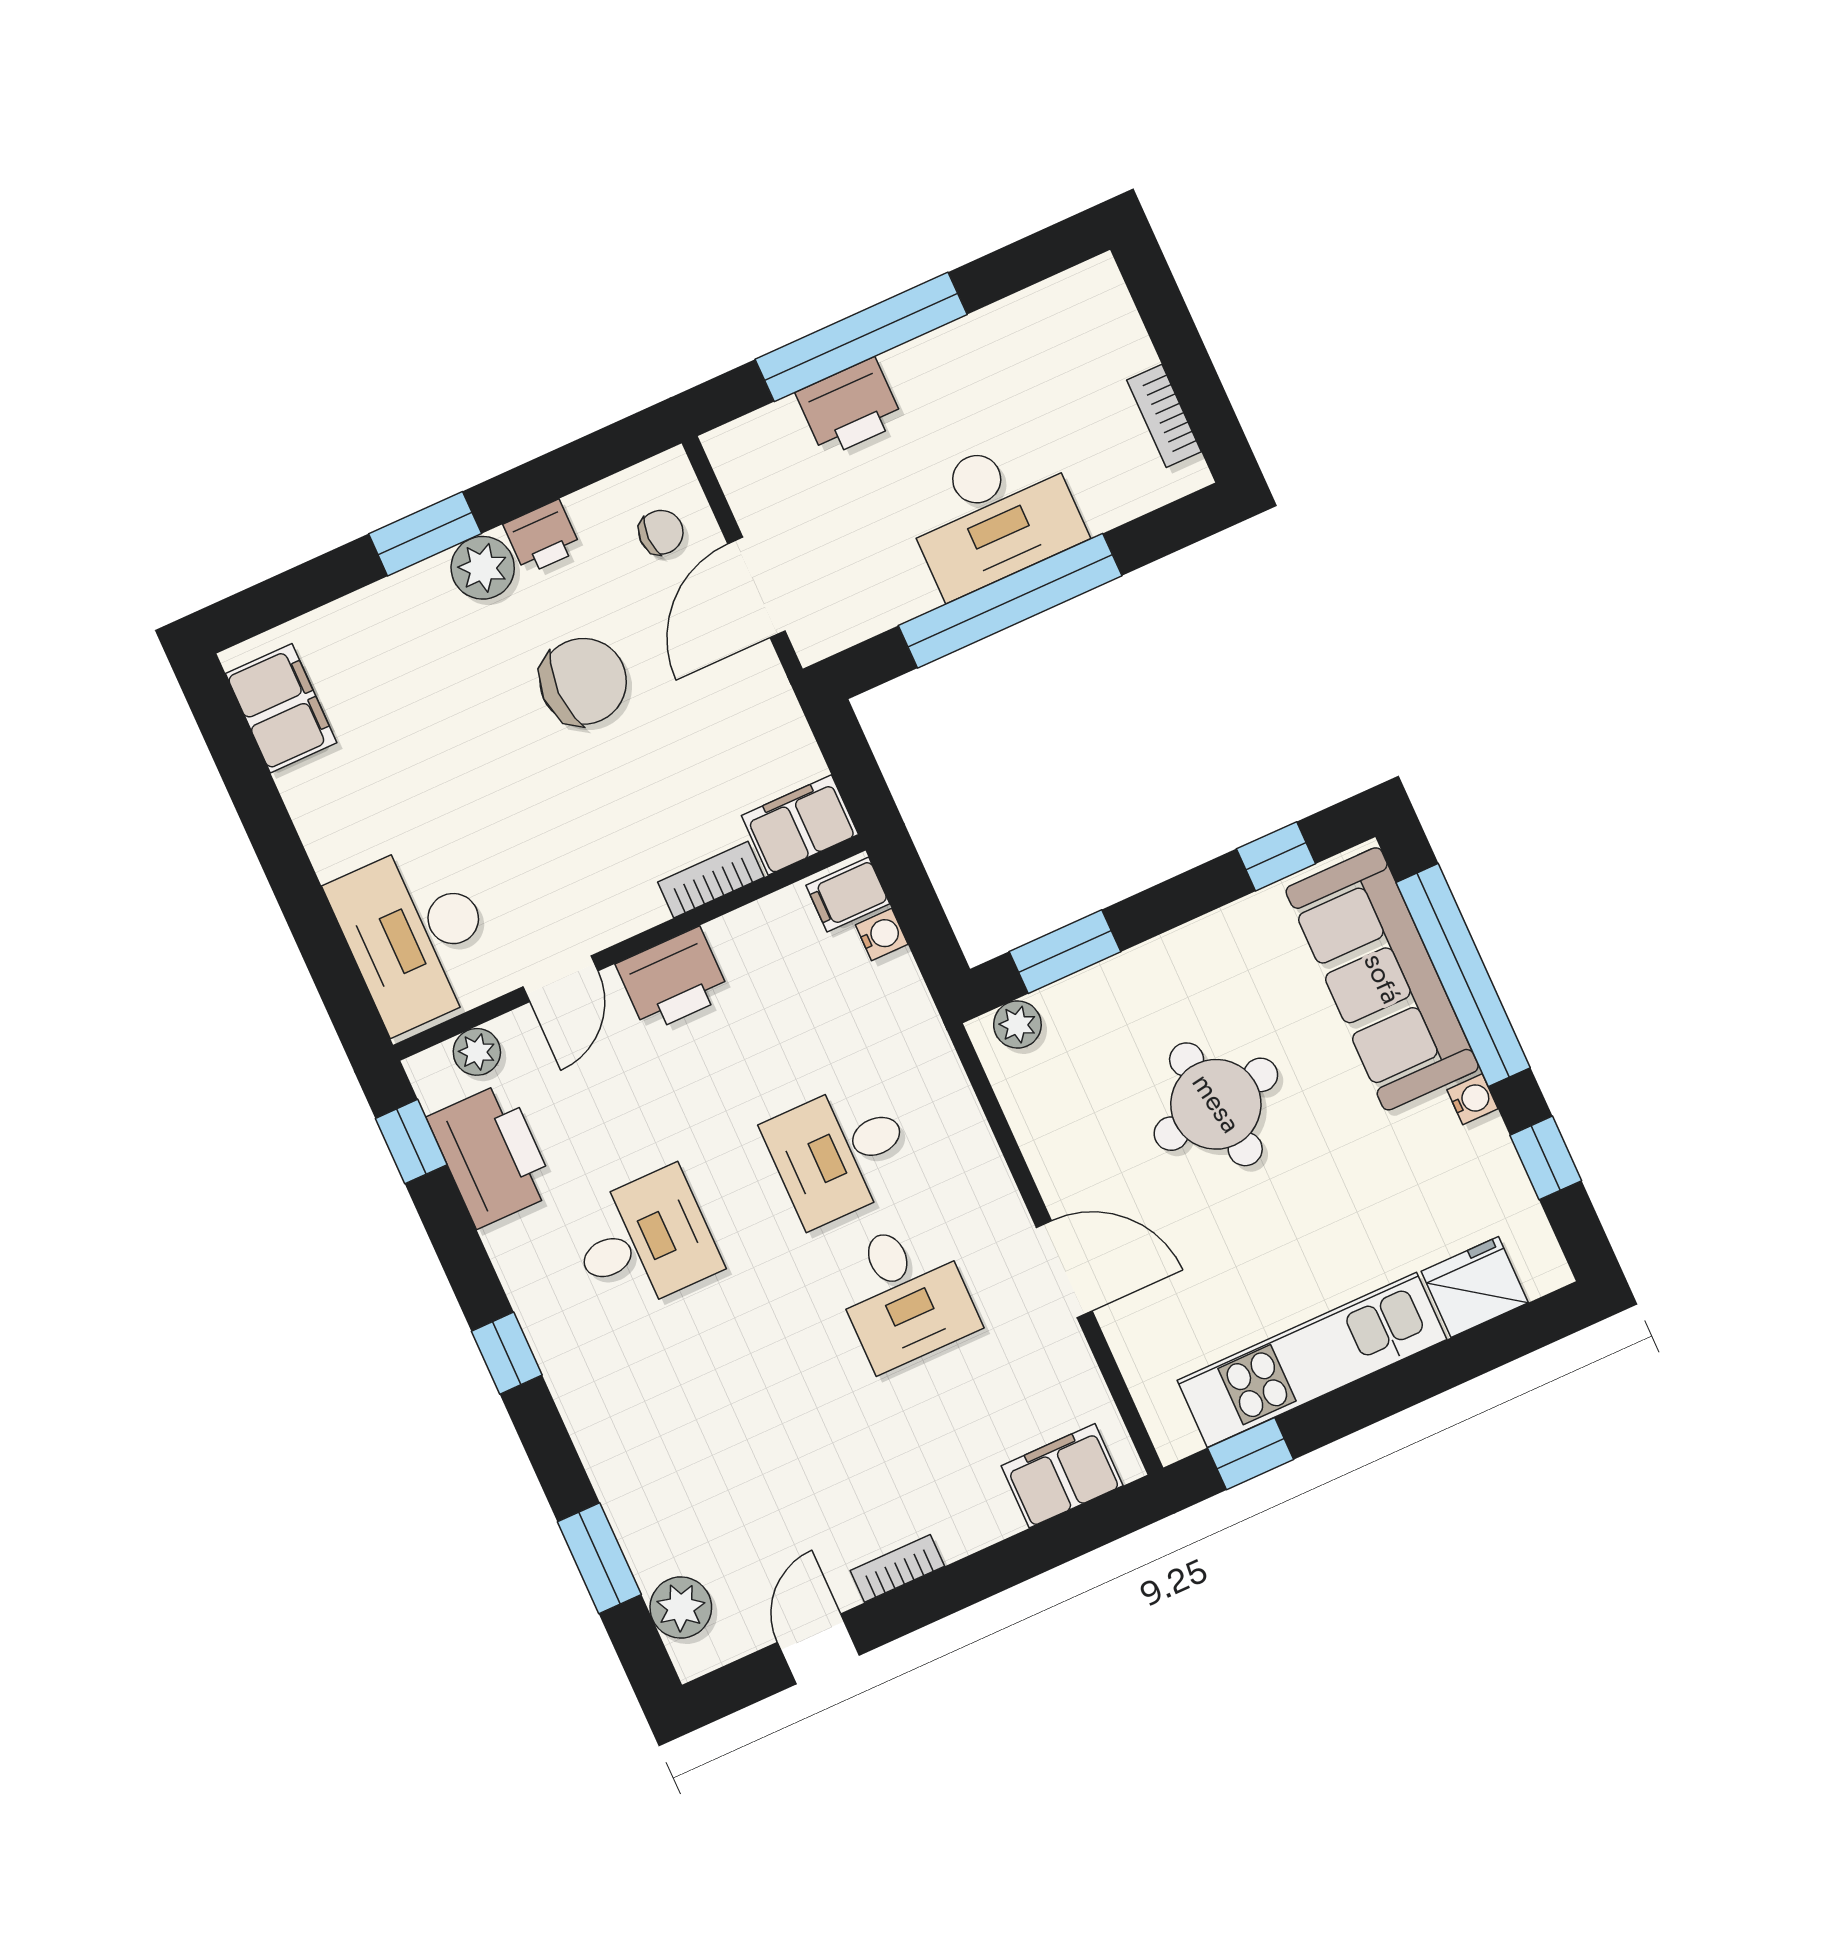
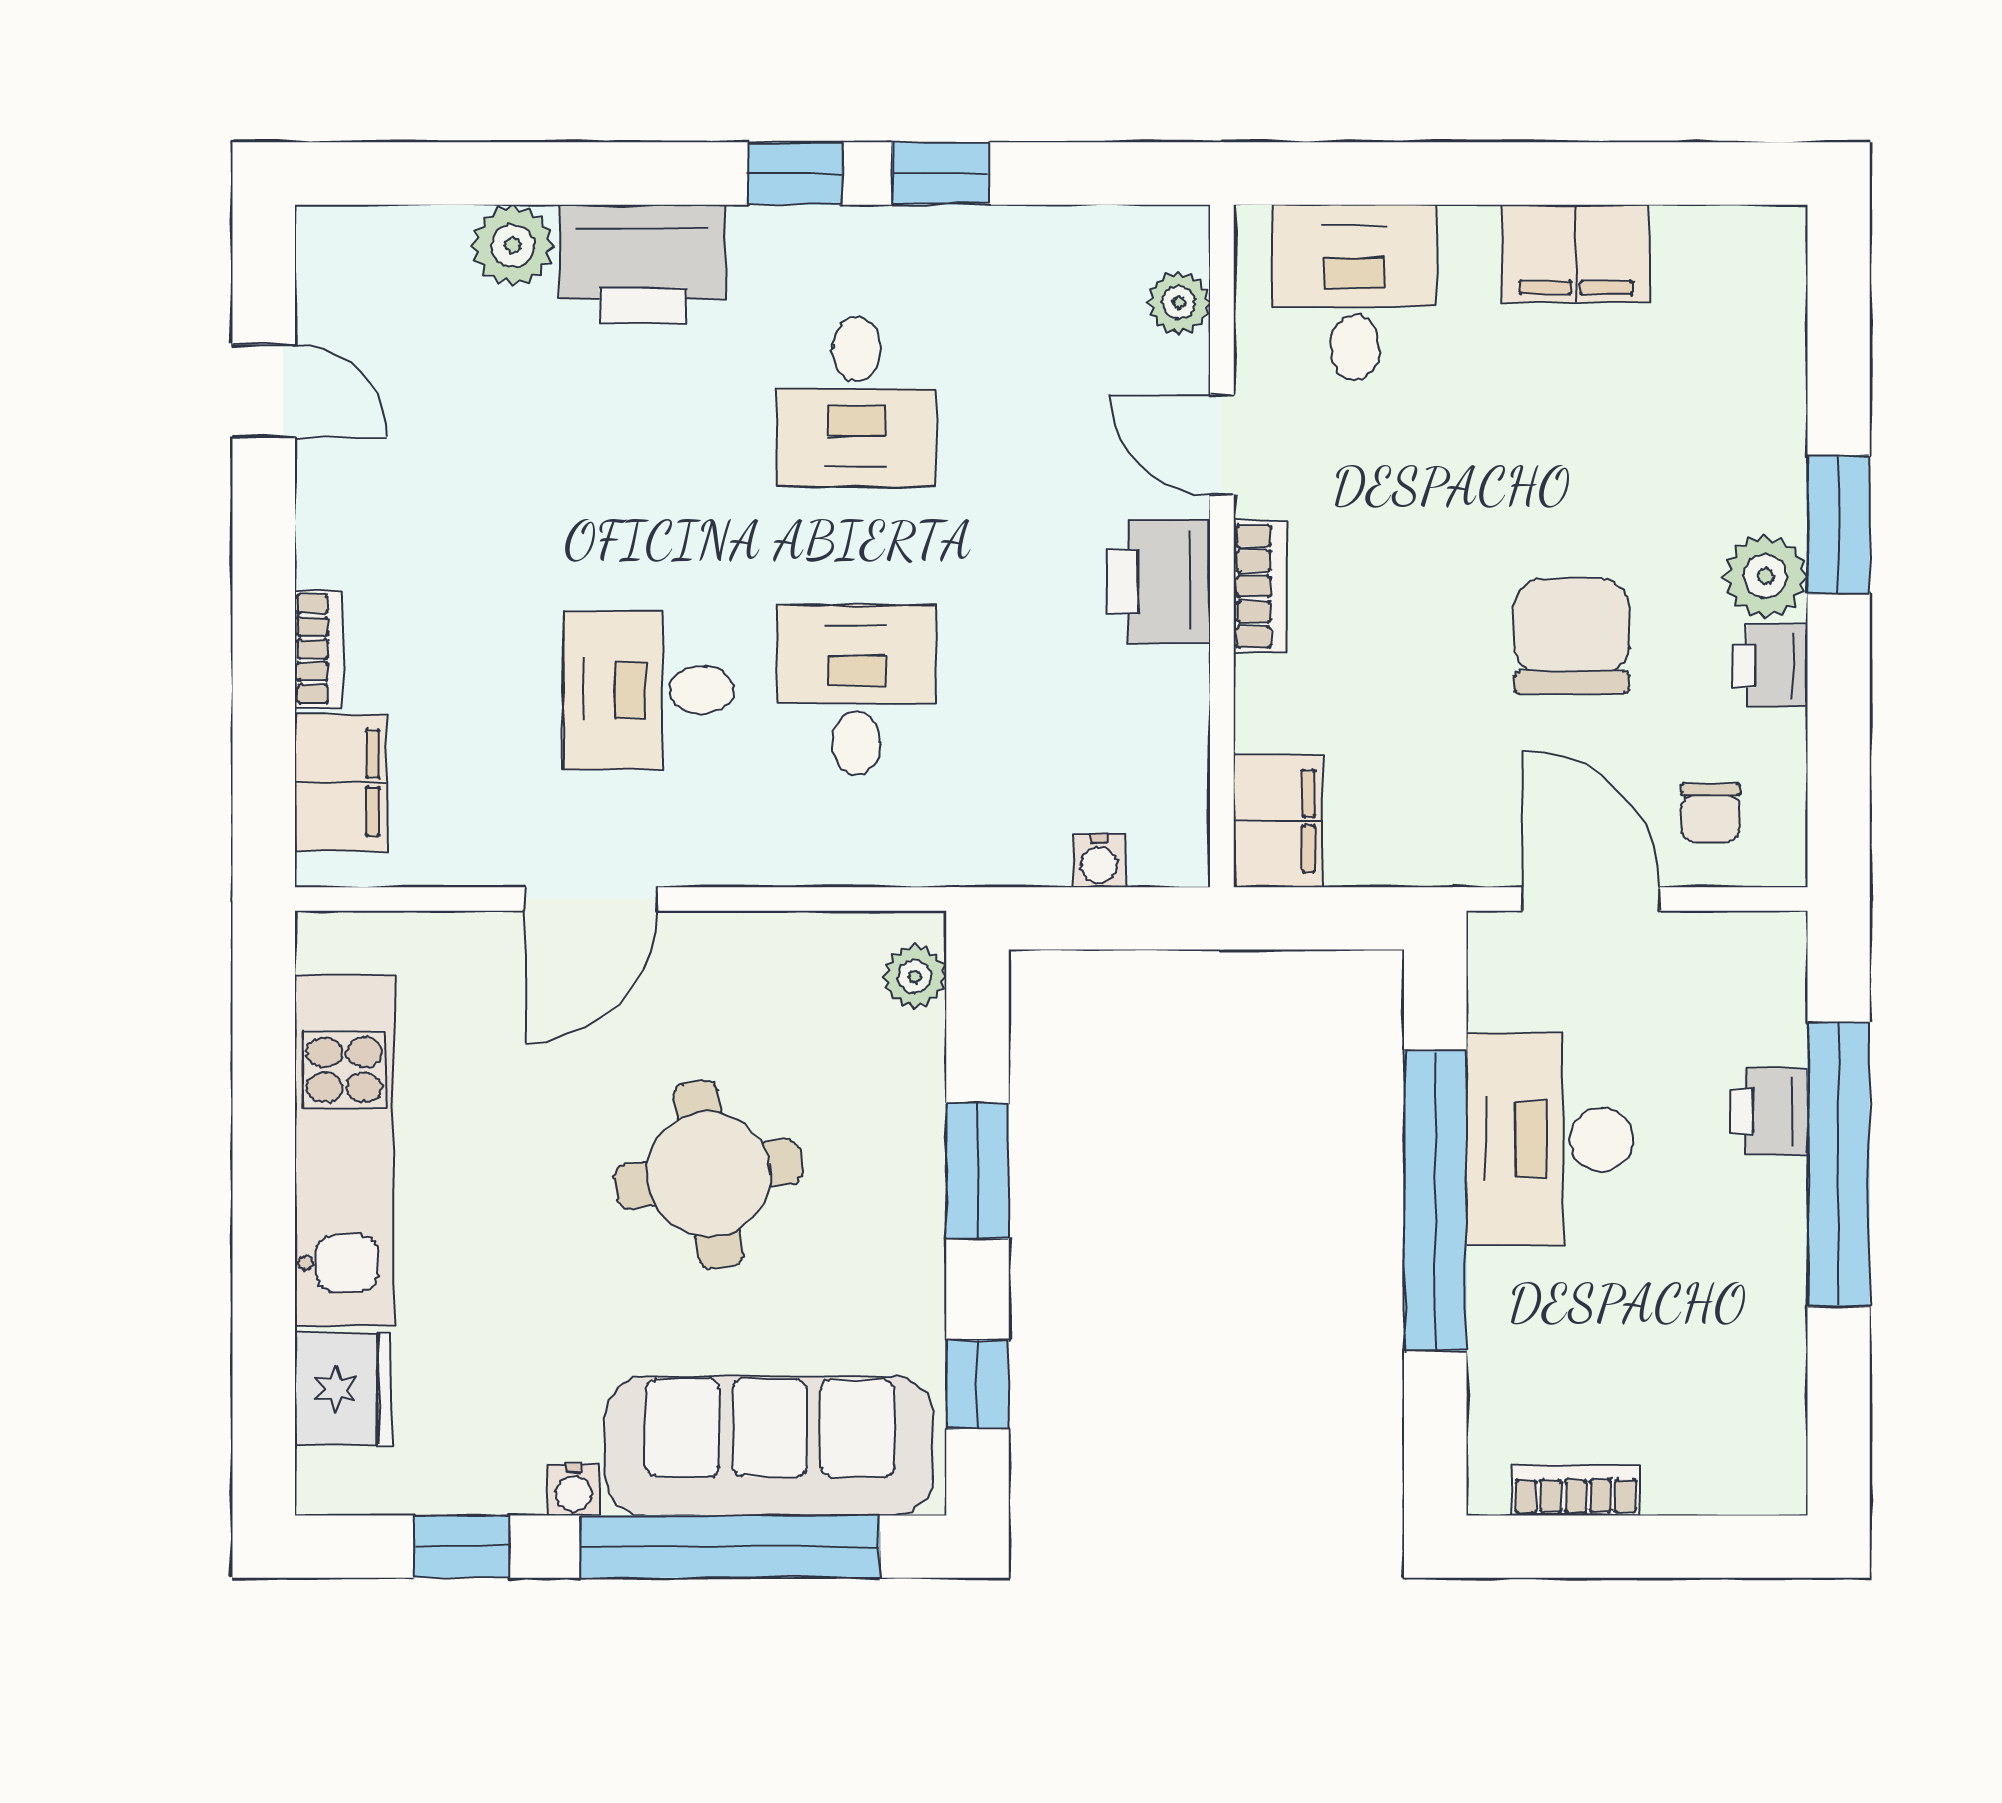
printer: (850, 407) -> (1768, 1112), width x0.73, depth x0.81
desk: (993, 515) -> (1550, 1139), moved
chair: (583, 681) -> (1572, 636), turned 180
filing cabinet: (281, 708) -> (1576, 253), moved
bookcase: (711, 880) -> (1260, 586), moved
filing cabinet: (848, 895) -> (1167, 841), removed
desk: (416, 935) -> (1354, 293), width x0.73
window: (1065, 952) -> (977, 1171), moved
window: (411, 1142) -> (941, 174), moved
printer: (492, 1155) -> (643, 264), moved
window: (1251, 1454) -> (264, 1024), removed
window: (599, 1558) -> (495, 174), removed
bookcase: (897, 1568) -> (318, 649), moved
plant: (681, 1608) -> (513, 246), moved

